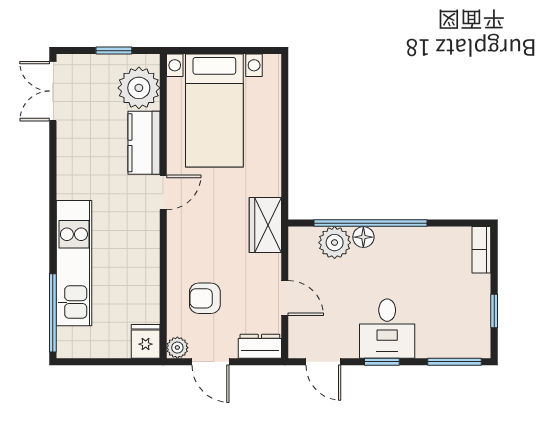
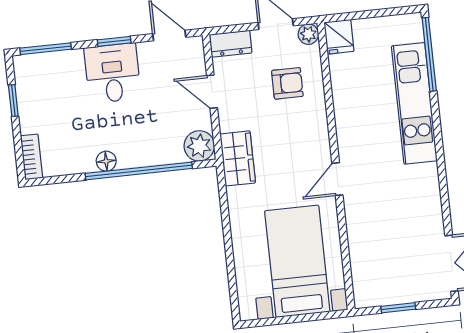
plant: (139, 88) -> (371, 275), removed
kitchen counter: (144, 143) -> (360, 224), removed
floor lamp: (363, 237) -> (106, 161), moved
plant: (335, 243) -> (199, 146), moved

